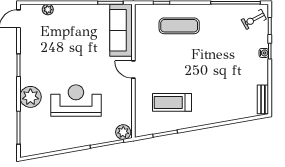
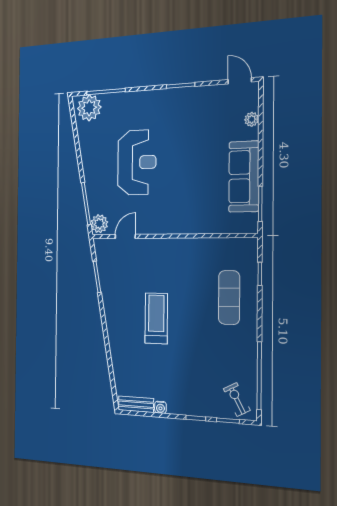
sofa: (121, 30) -> (244, 177), moved, turned -90
water cooler: (264, 53) -> (160, 407), moved
door: (133, 70) -> (125, 236), moved
plant: (30, 97) -> (89, 108), moved
treadmill: (172, 102) -> (156, 318), moved

